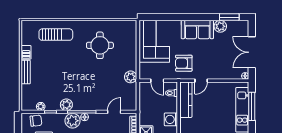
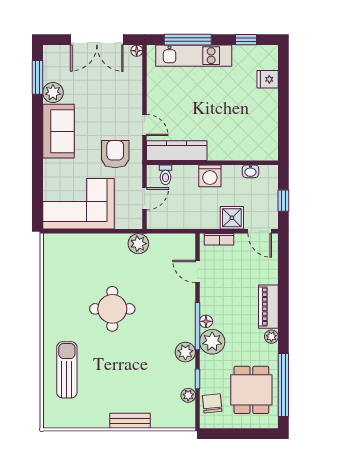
round table: (100, 45) -> (112, 309), moved
barbecue: (26, 52) -> (97, 420), removed
armchair: (184, 63) -> (115, 154), turned 180

